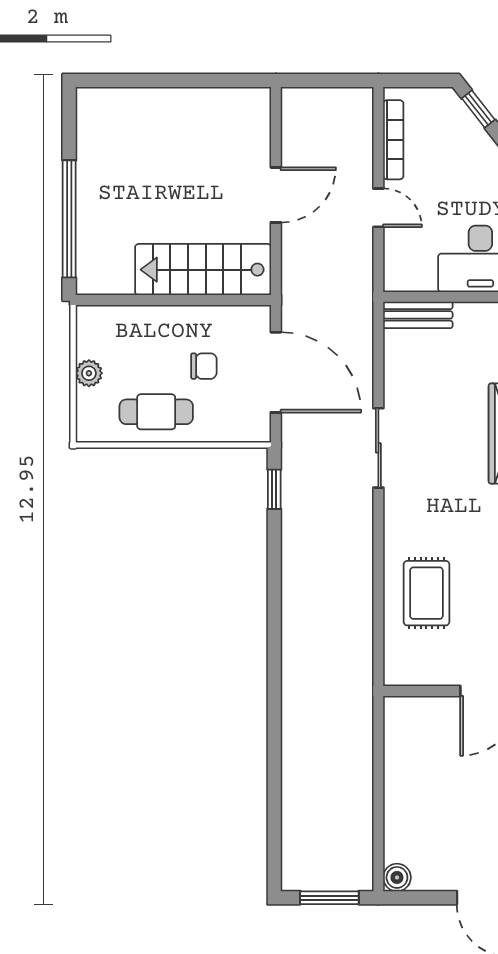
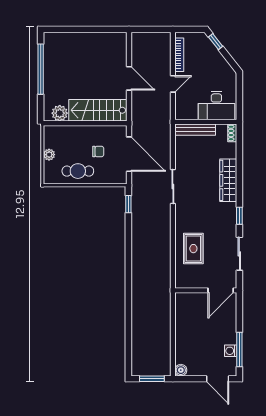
door: (276, 195) -> (129, 78), hinge flipped
door: (378, 208) -> (173, 84), hinge flipped
window: (69, 219) -> (41, 69), moved
plant: (114, 276) -> (60, 113), added
bench: (418, 315) -> (195, 130), width x1.36

